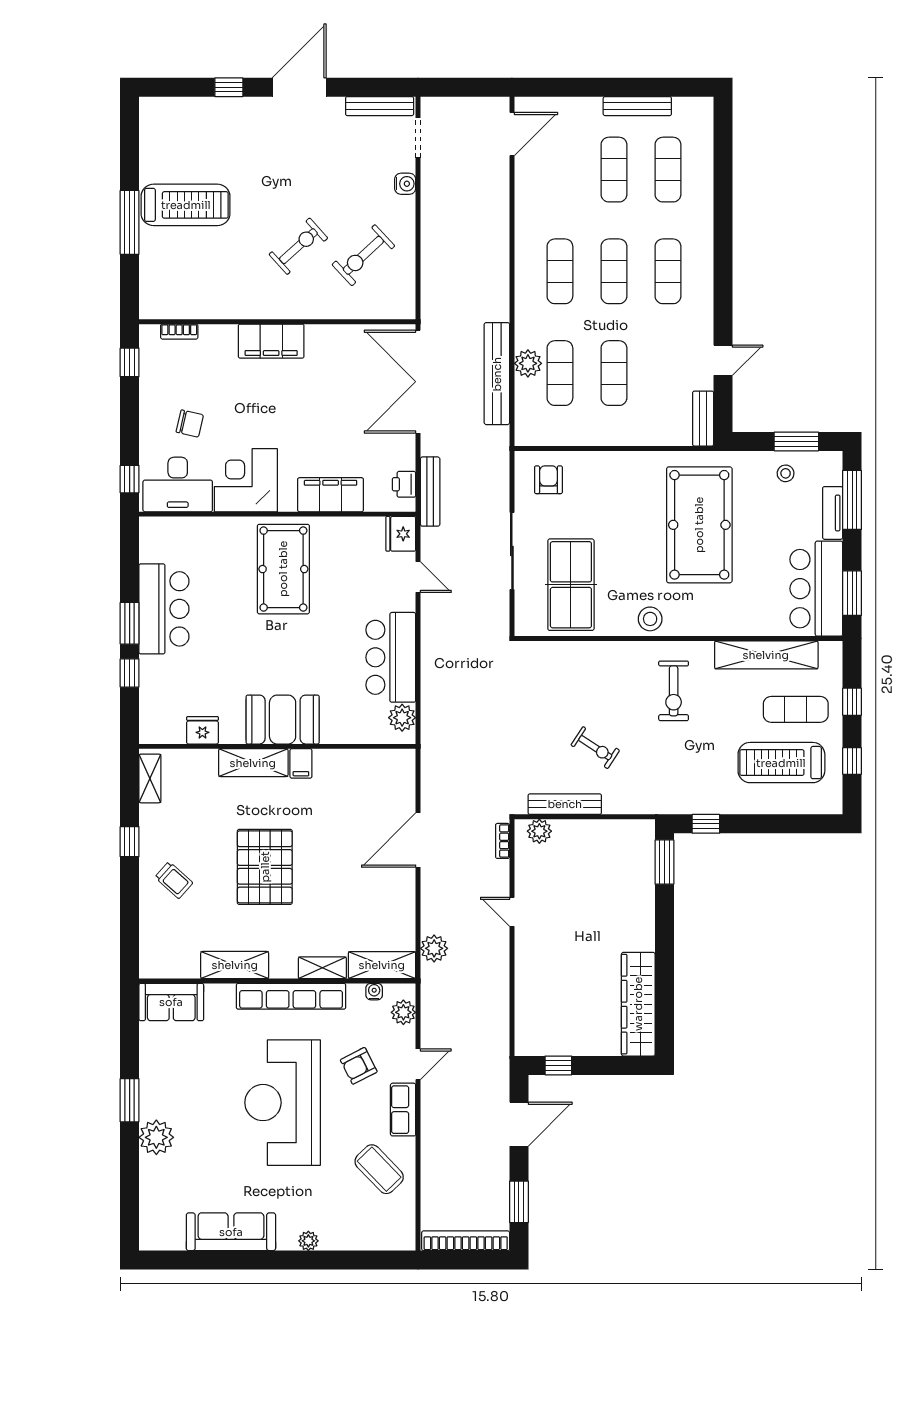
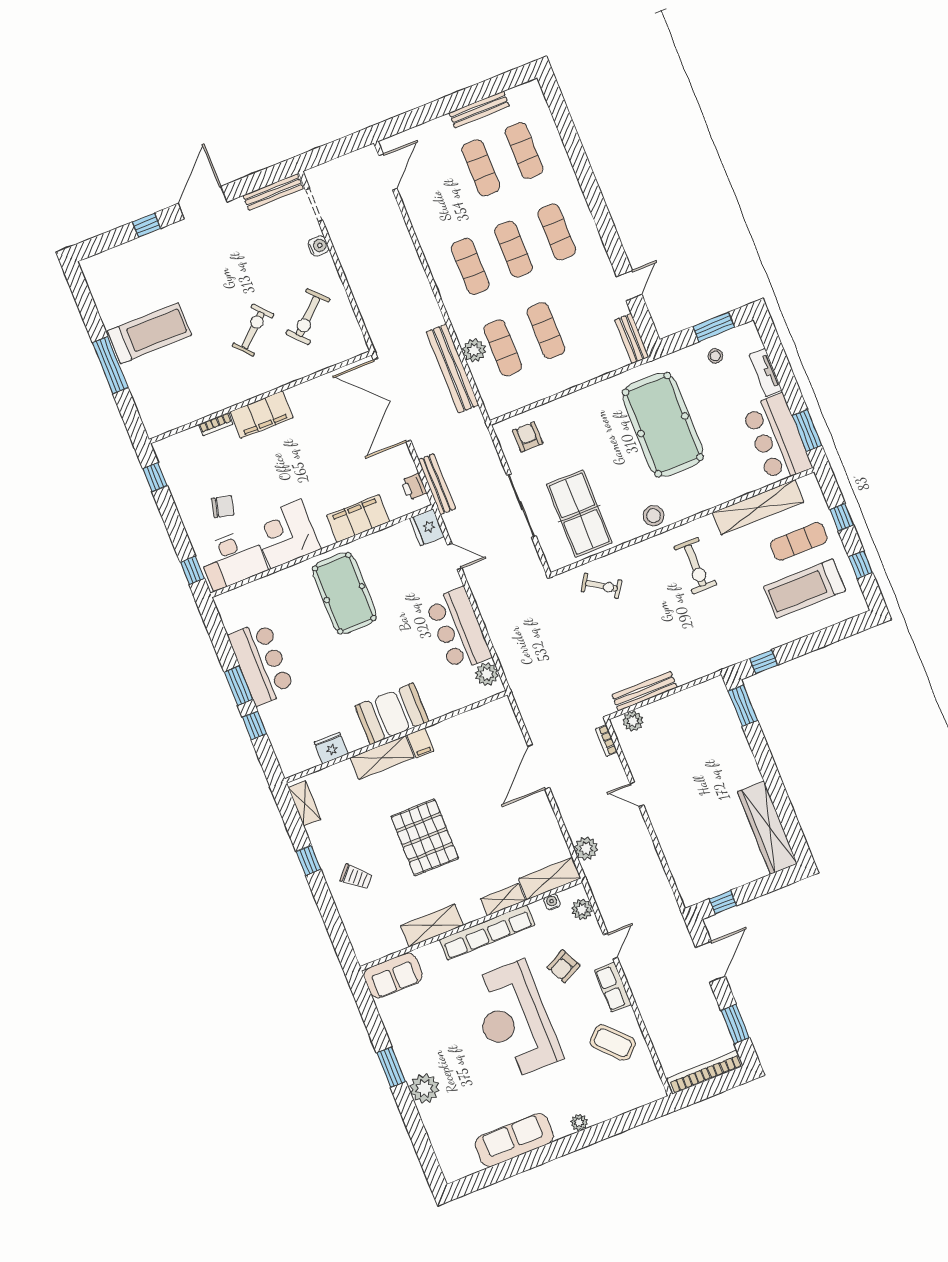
bookcase: (179, 332) -> (216, 424), moved
window: (852, 500) -> (777, 356), removed
exercise bike: (595, 748) -> (601, 586), moved

